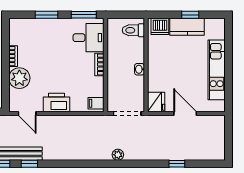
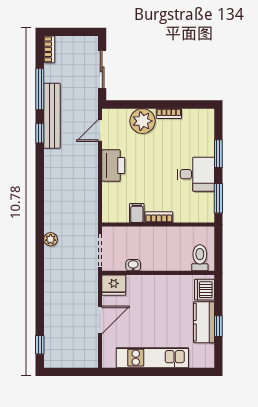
desk: (89, 38) -> (196, 174), moved, turned -90
washbasin: (139, 69) -> (133, 265), moved
filing cabinet: (96, 103) -> (137, 213), moved
window: (177, 164) -> (40, 345), moved

